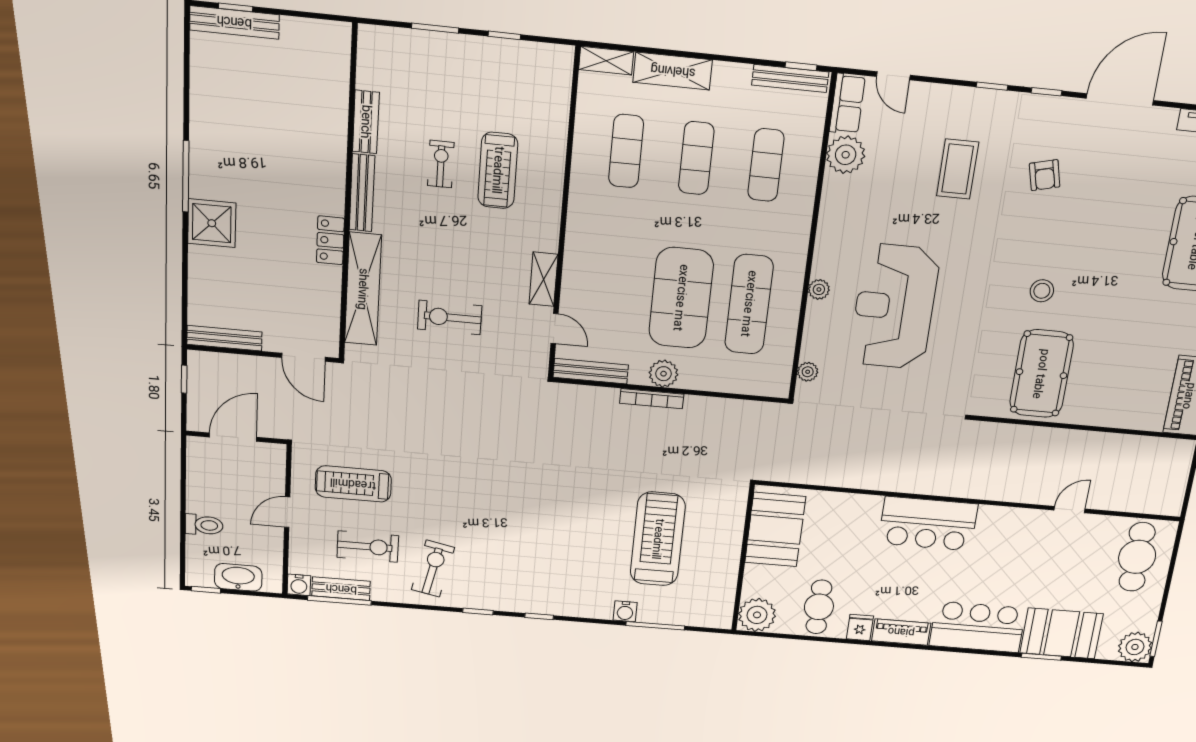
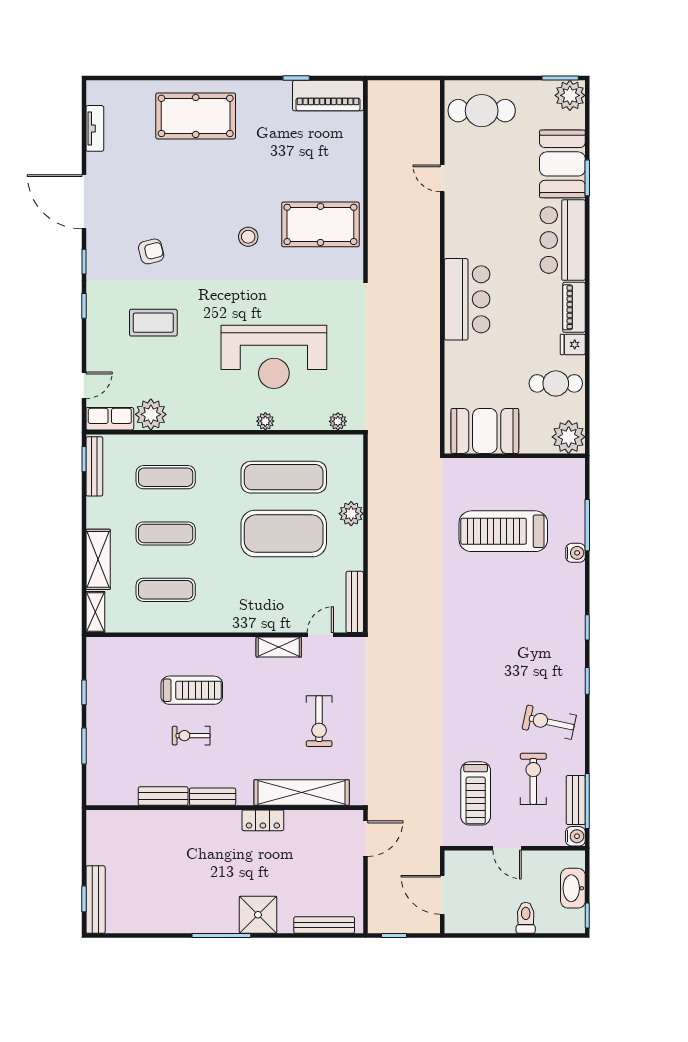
bench: (362, 193) -> (213, 797), width x0.73
bench: (224, 338) -> (324, 925), moved, turned 90
plant: (663, 374) -> (351, 514), moved
bookcase: (652, 399) -> (374, 549), removed

